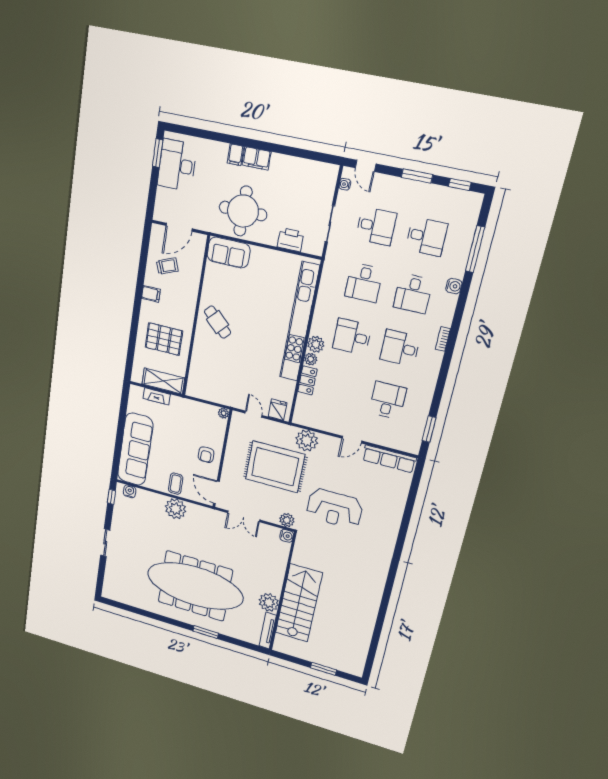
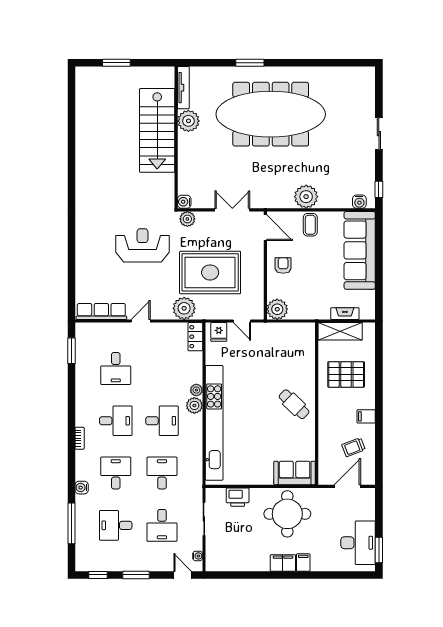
desk: (376, 226) -> (162, 525), turned -90
locker: (307, 380) -> (195, 337), moved
plant: (223, 413) -> (277, 309), width x1.88, depth x1.88

